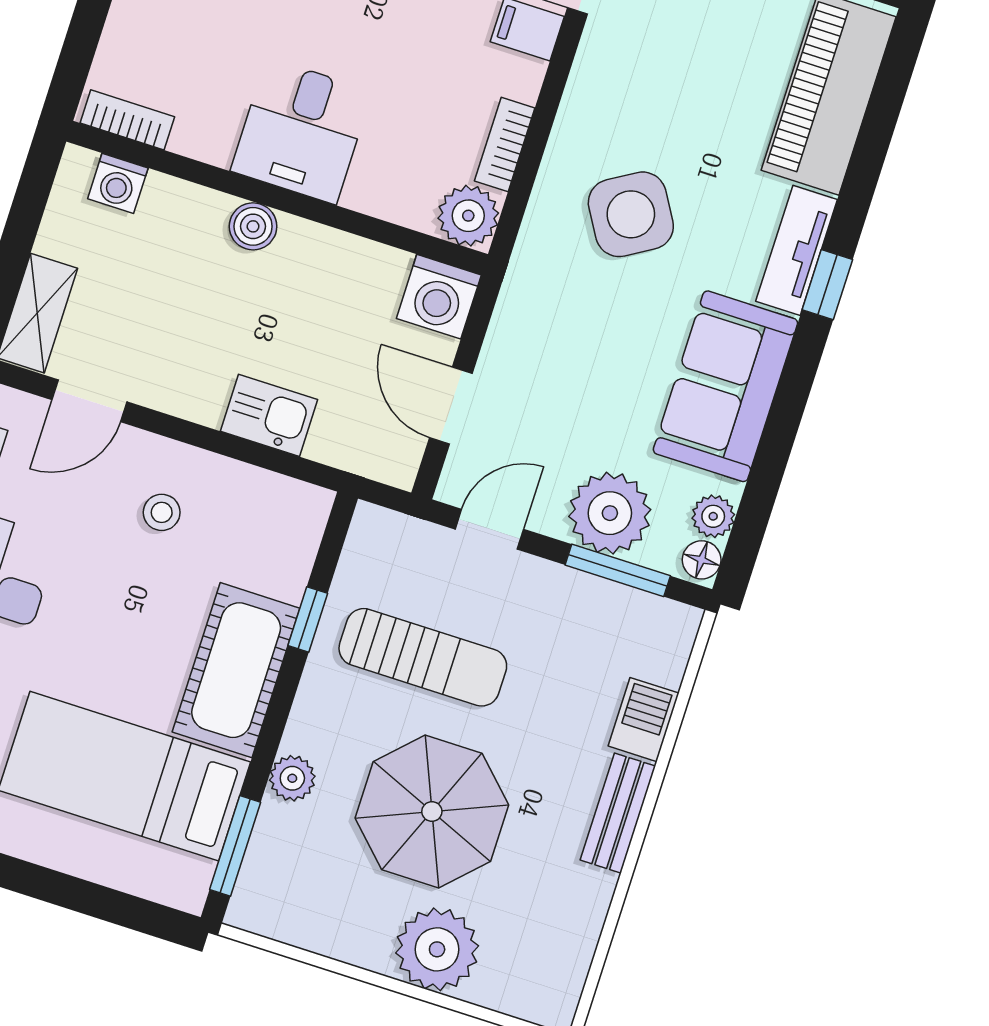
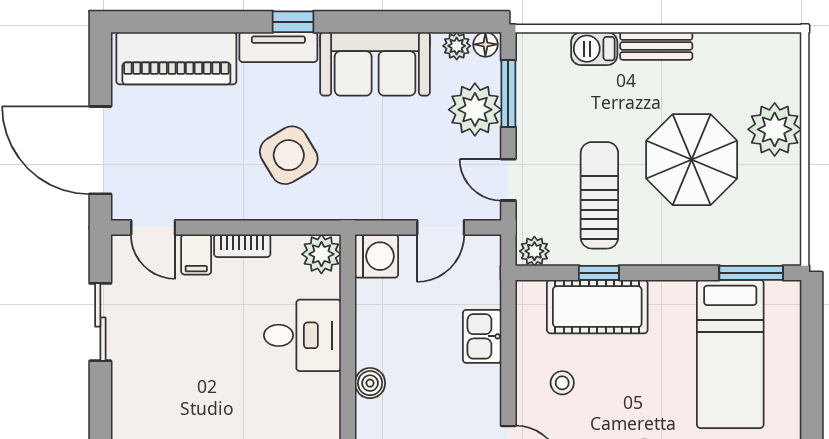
desk: (301, 131) -> (302, 335), moved
bookcase: (505, 144) -> (242, 246), moved
cot: (236, 670) -> (597, 307), moved
plant: (292, 778) -> (534, 251), moved

